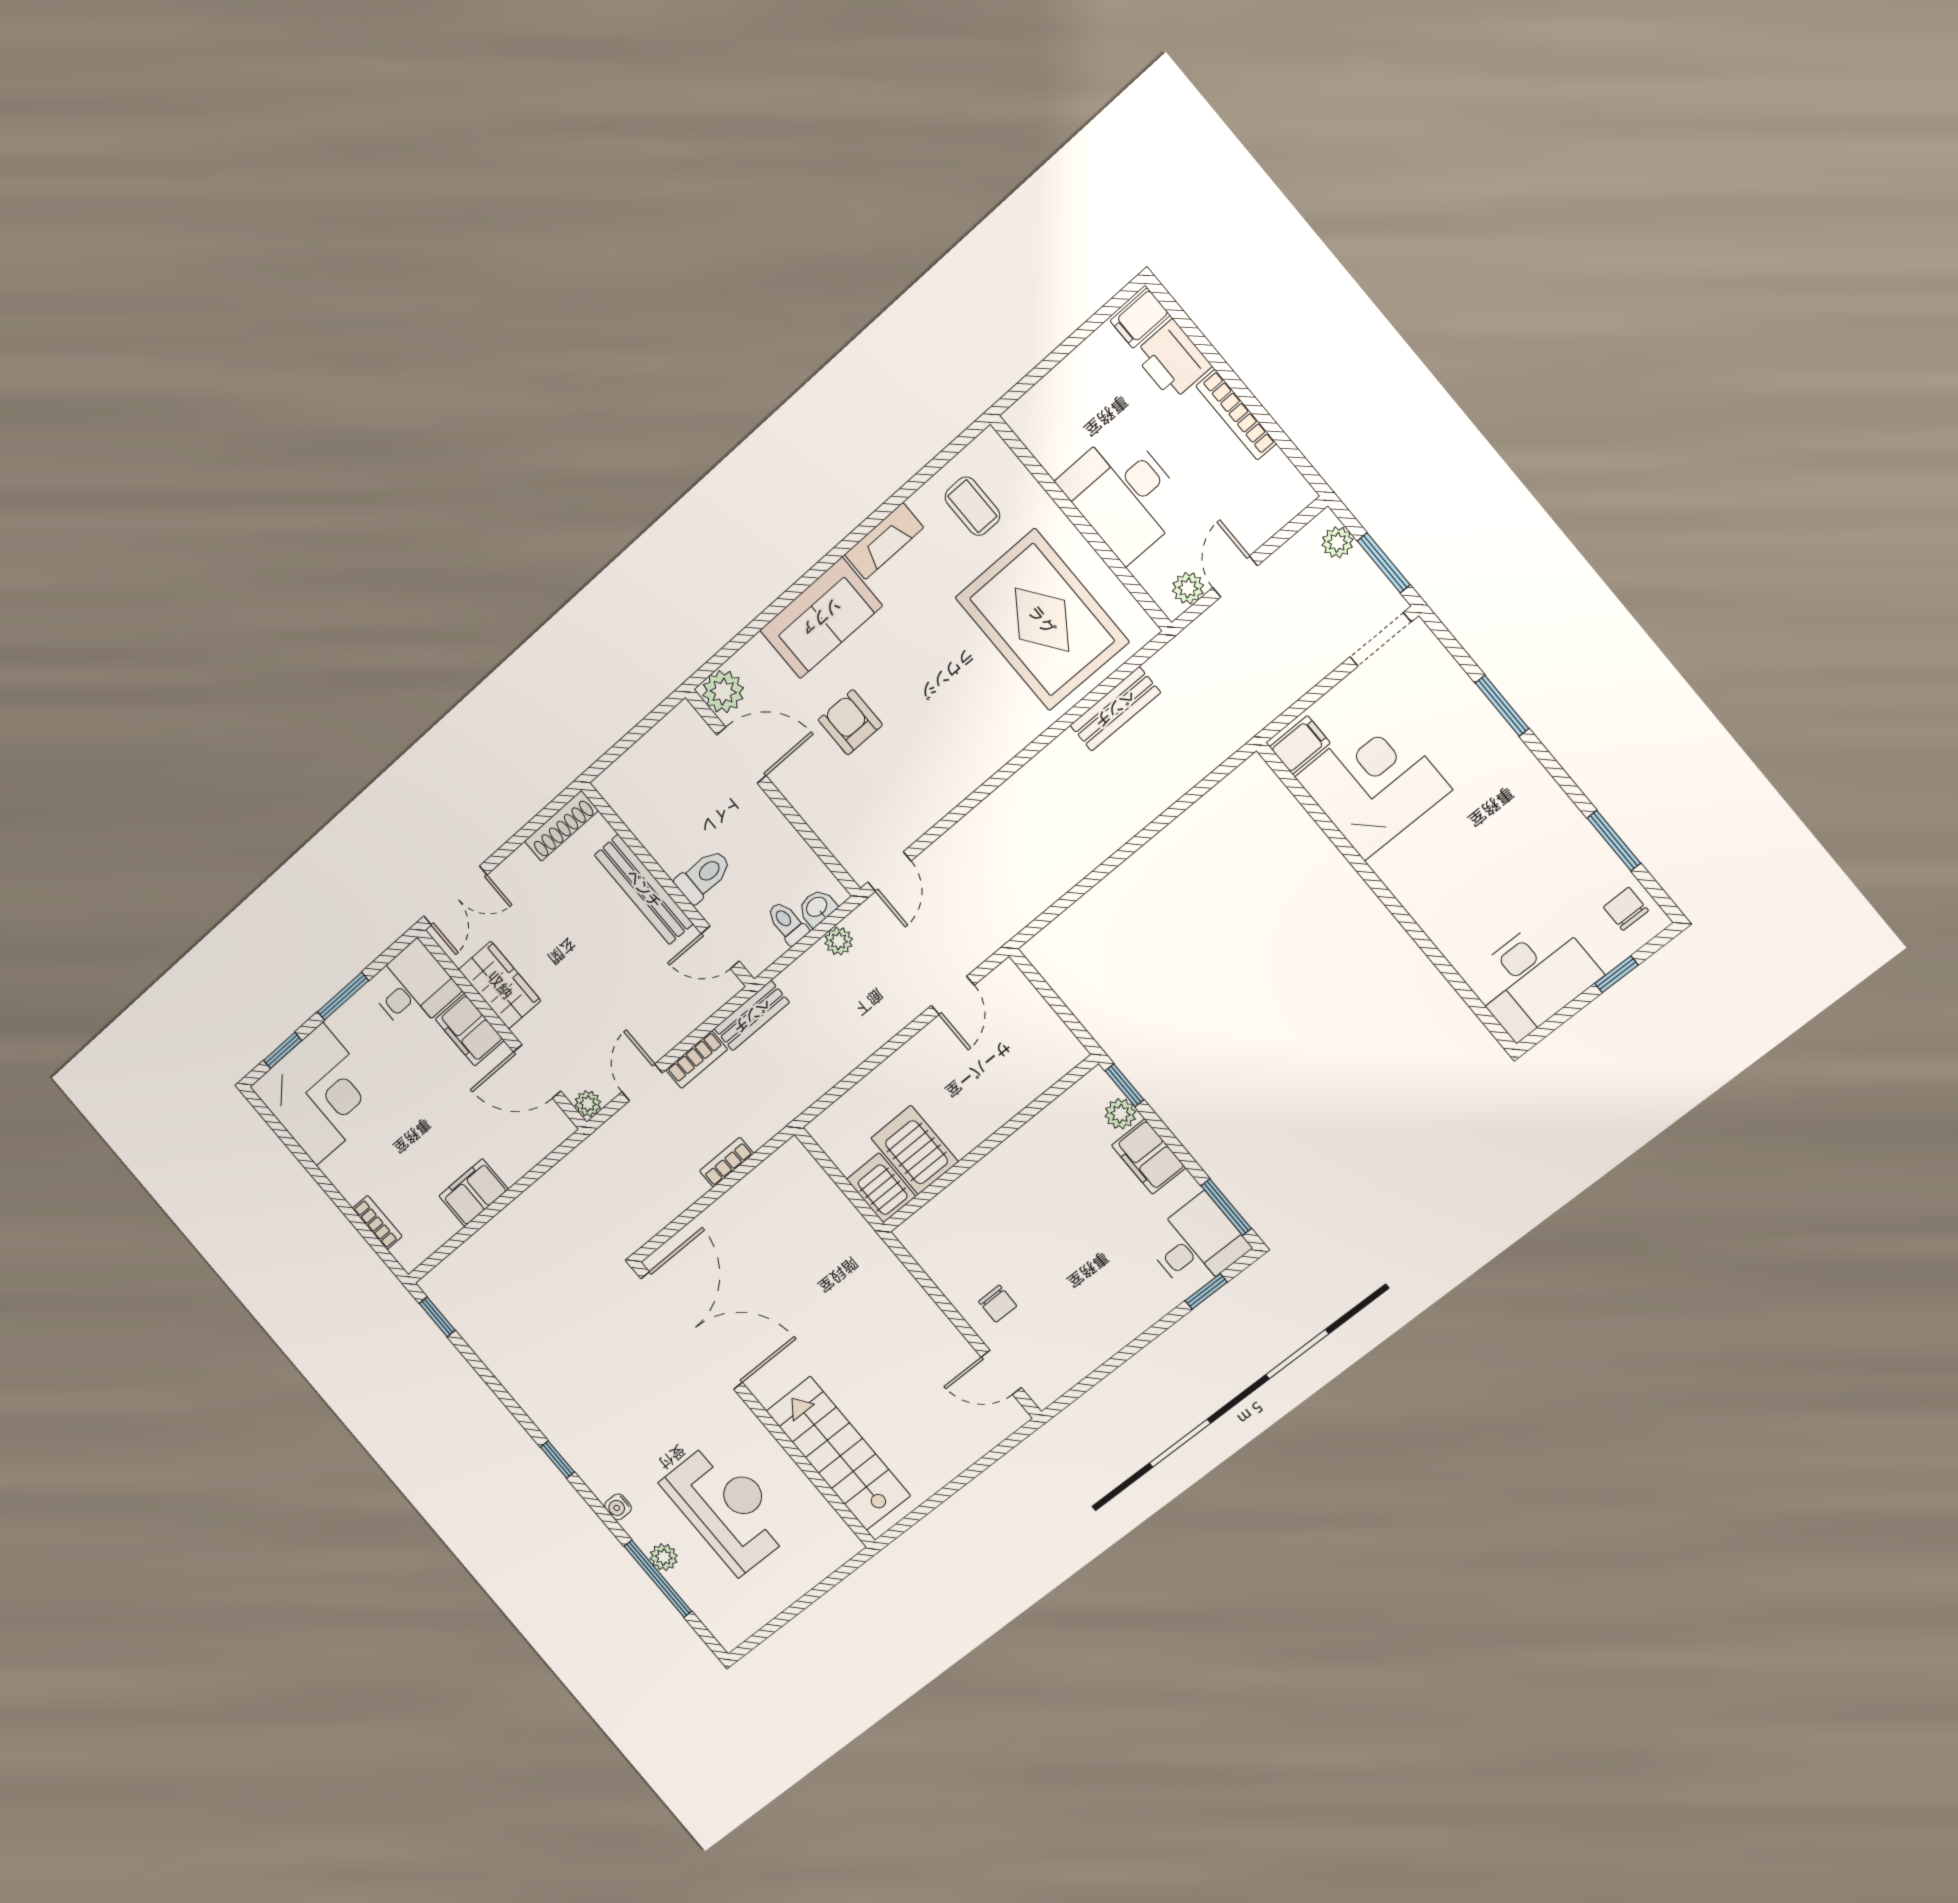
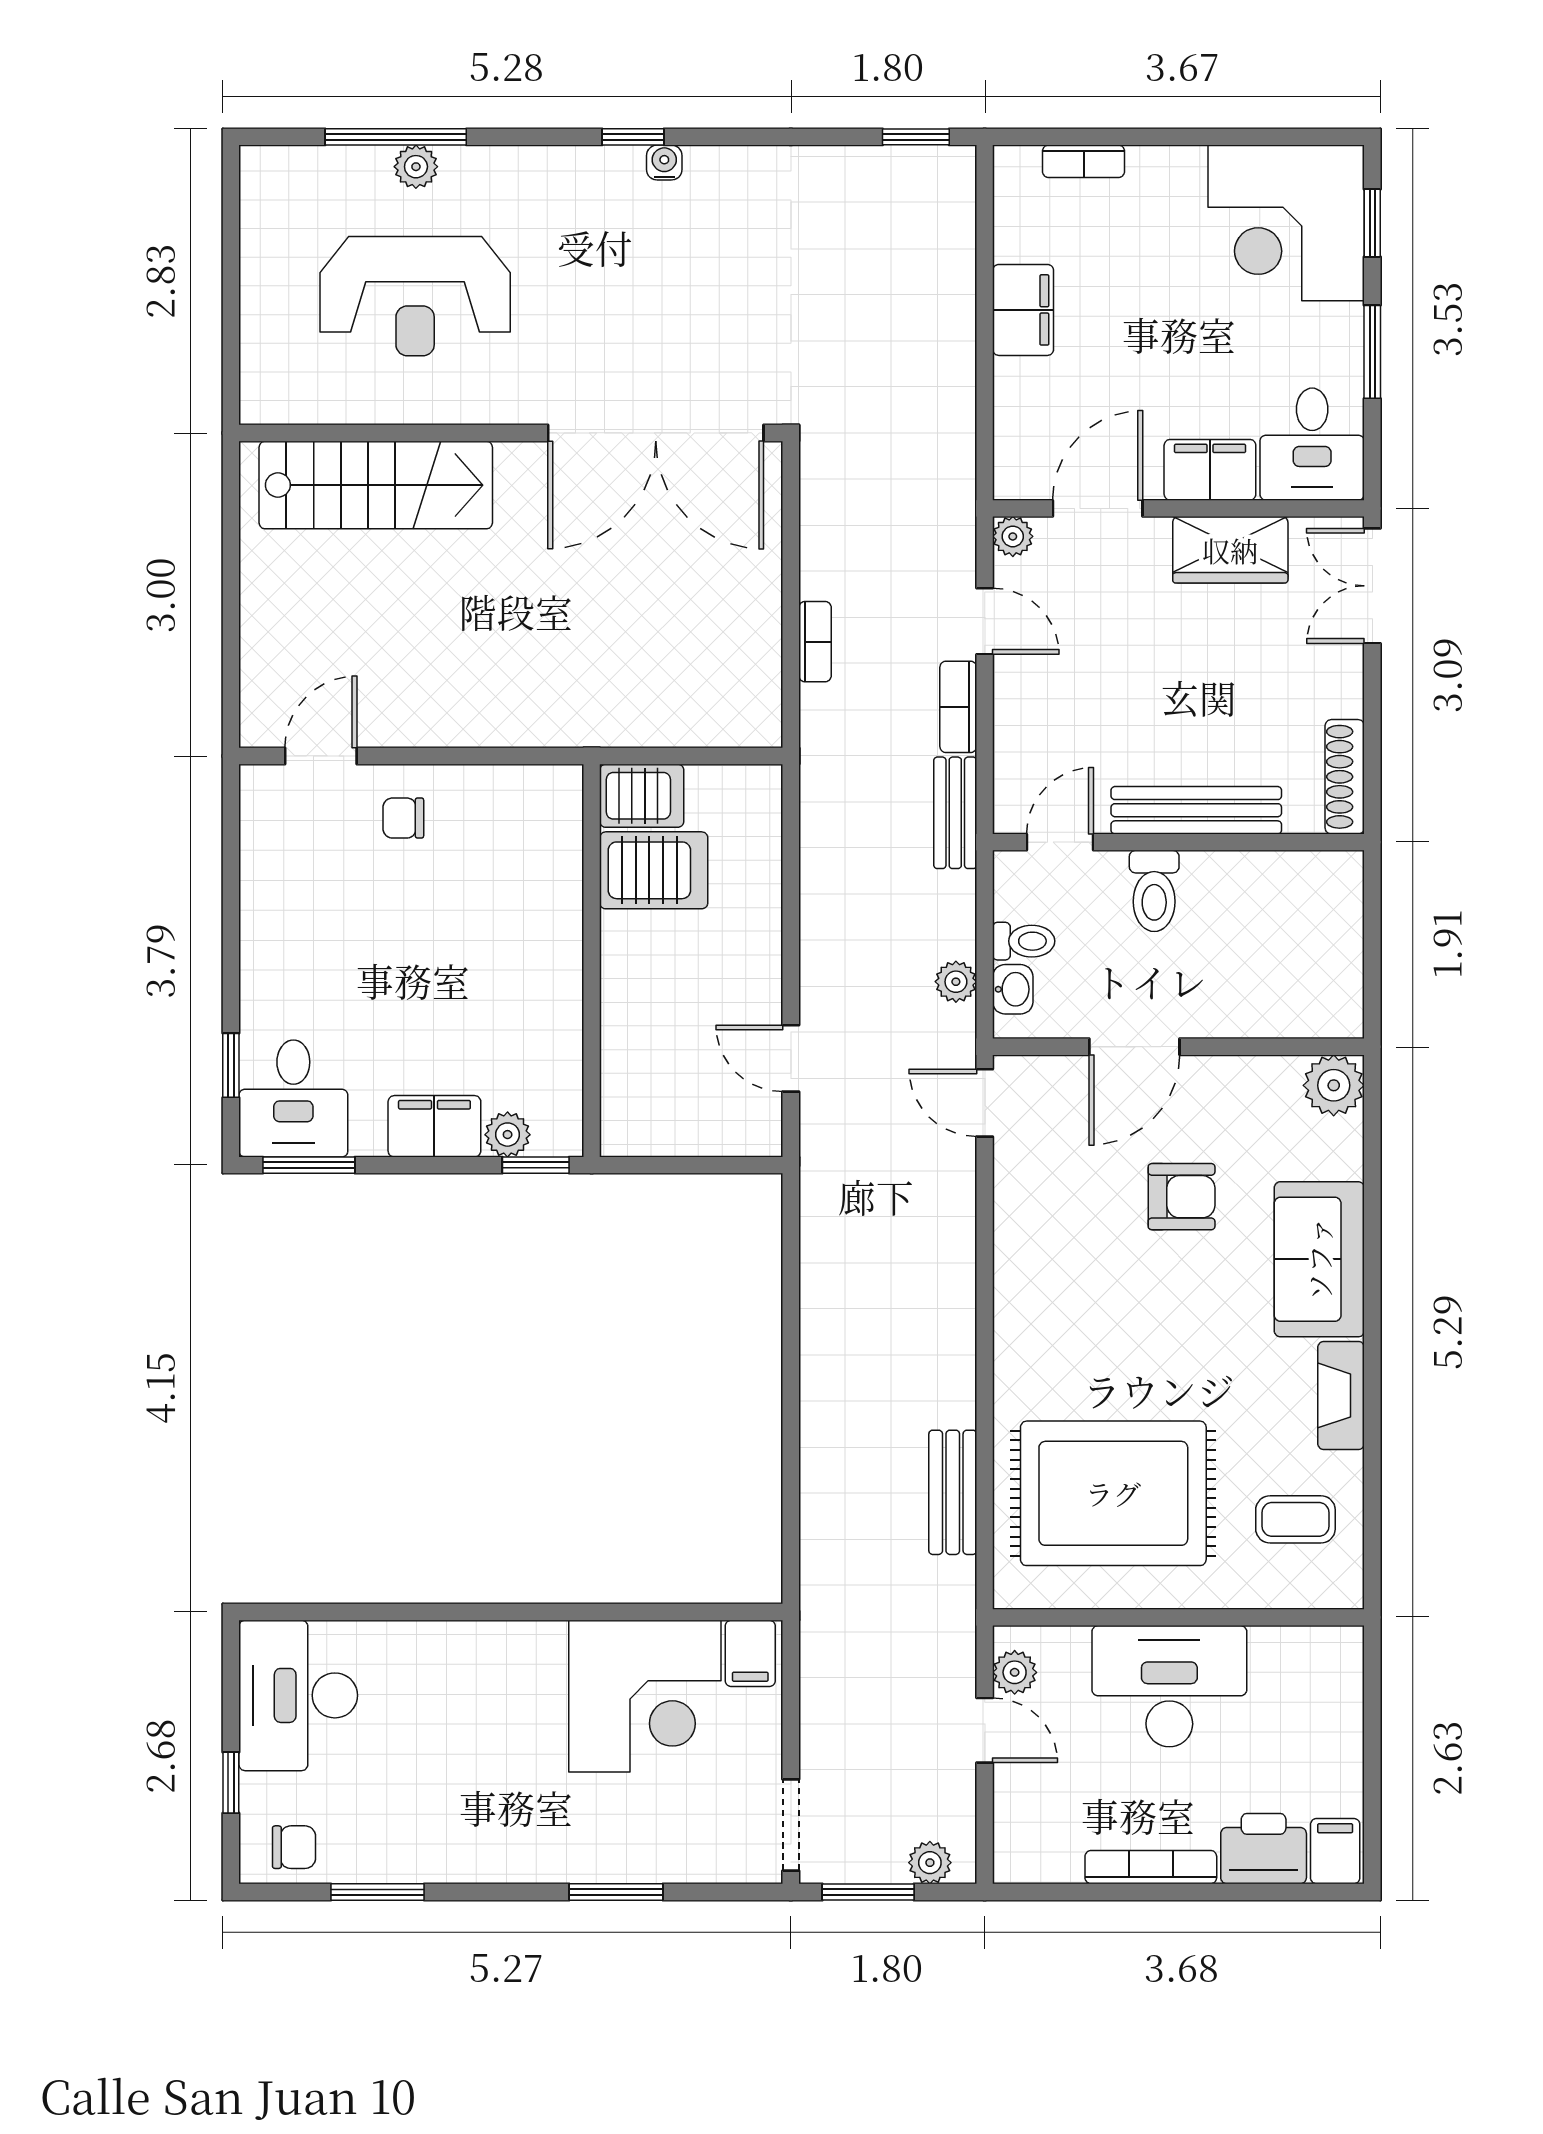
door: (741, 755) -> (1134, 1047), moved
water cooler: (618, 1507) -> (664, 163), moved

